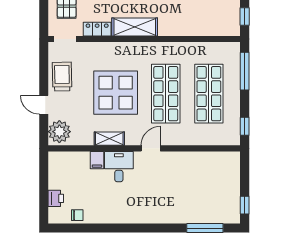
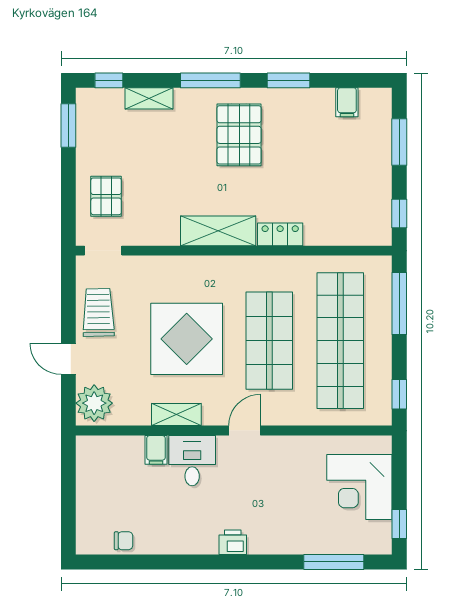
locker: (97, 29) -> (280, 234), moved
shop shelf: (209, 94) -> (340, 341), width x1.40
corner desk: (220, 183) -> (359, 487), added
printer: (56, 198) -> (233, 542), moved, turned -90

